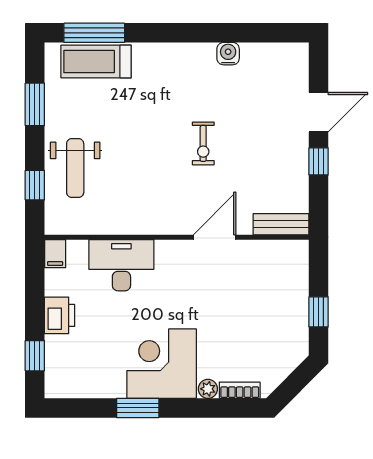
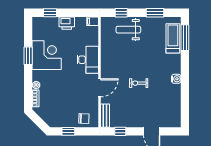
water cooler: (228, 54) -> (176, 79), moved
window: (319, 161) -> (120, 131), moved
door: (215, 237) -> (99, 88), hinge flipped
desk: (121, 265) -> (88, 60), moved
chair: (288, 275) -> (84, 118), added
corner desk: (162, 364) -> (47, 55), moved

